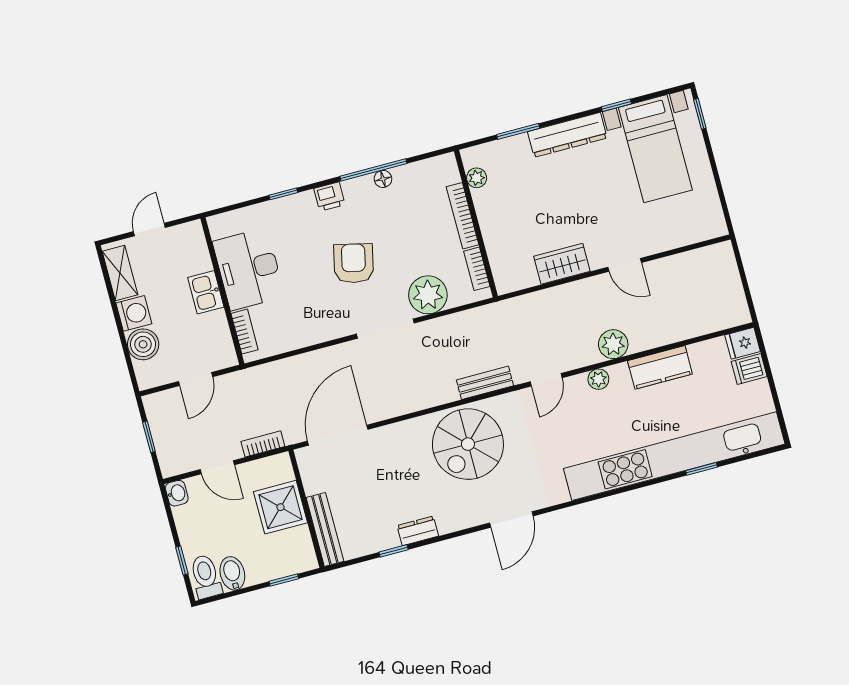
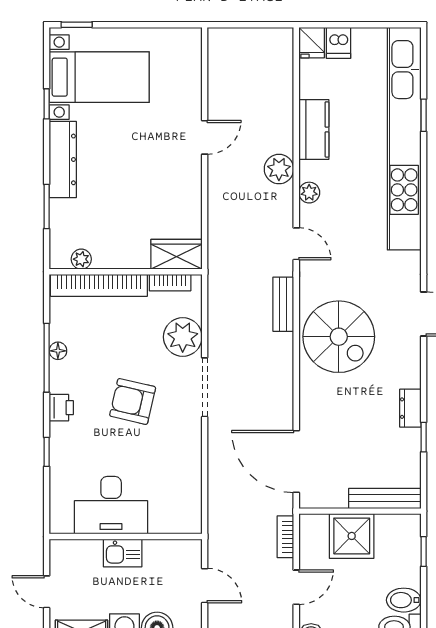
bookcase: (463, 216) -> (99, 285), width x1.48, depth x1.31
wardrobe: (562, 264) -> (176, 254), moved, turned 90
bookcase: (245, 332) -> (171, 525), removed

